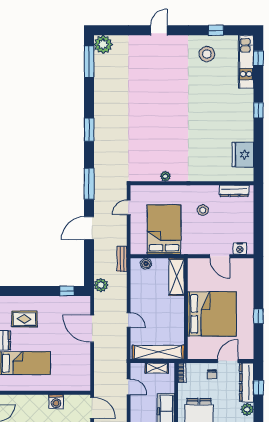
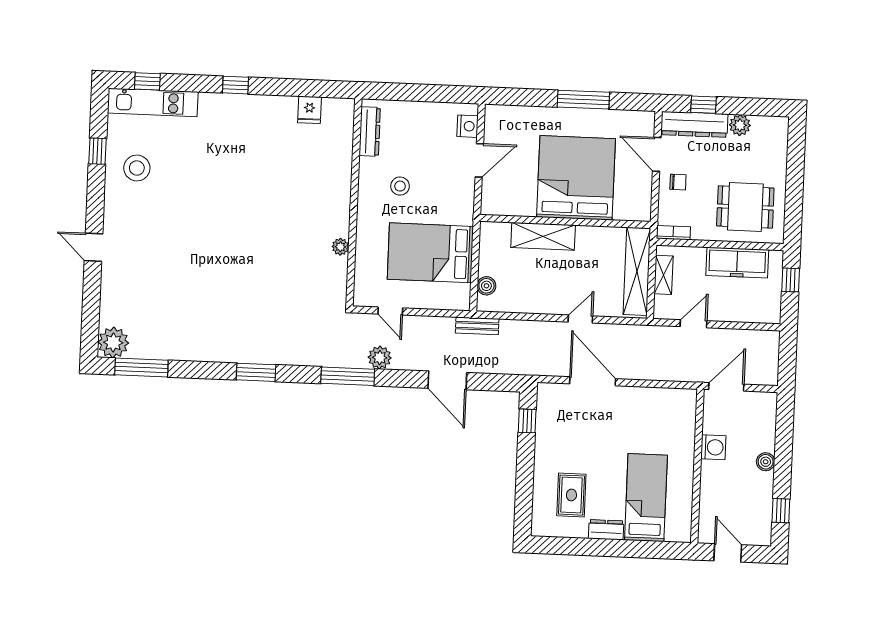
fridge: (243, 155) -> (309, 110), width x0.53, depth x0.75
door: (89, 228) -> (447, 380), moved
shelving: (177, 277) -> (543, 236), moved
plant: (101, 285) -> (380, 358), moved
window: (258, 316) -> (583, 100), width x2.17
door: (92, 329) -> (593, 381), swing flipped

